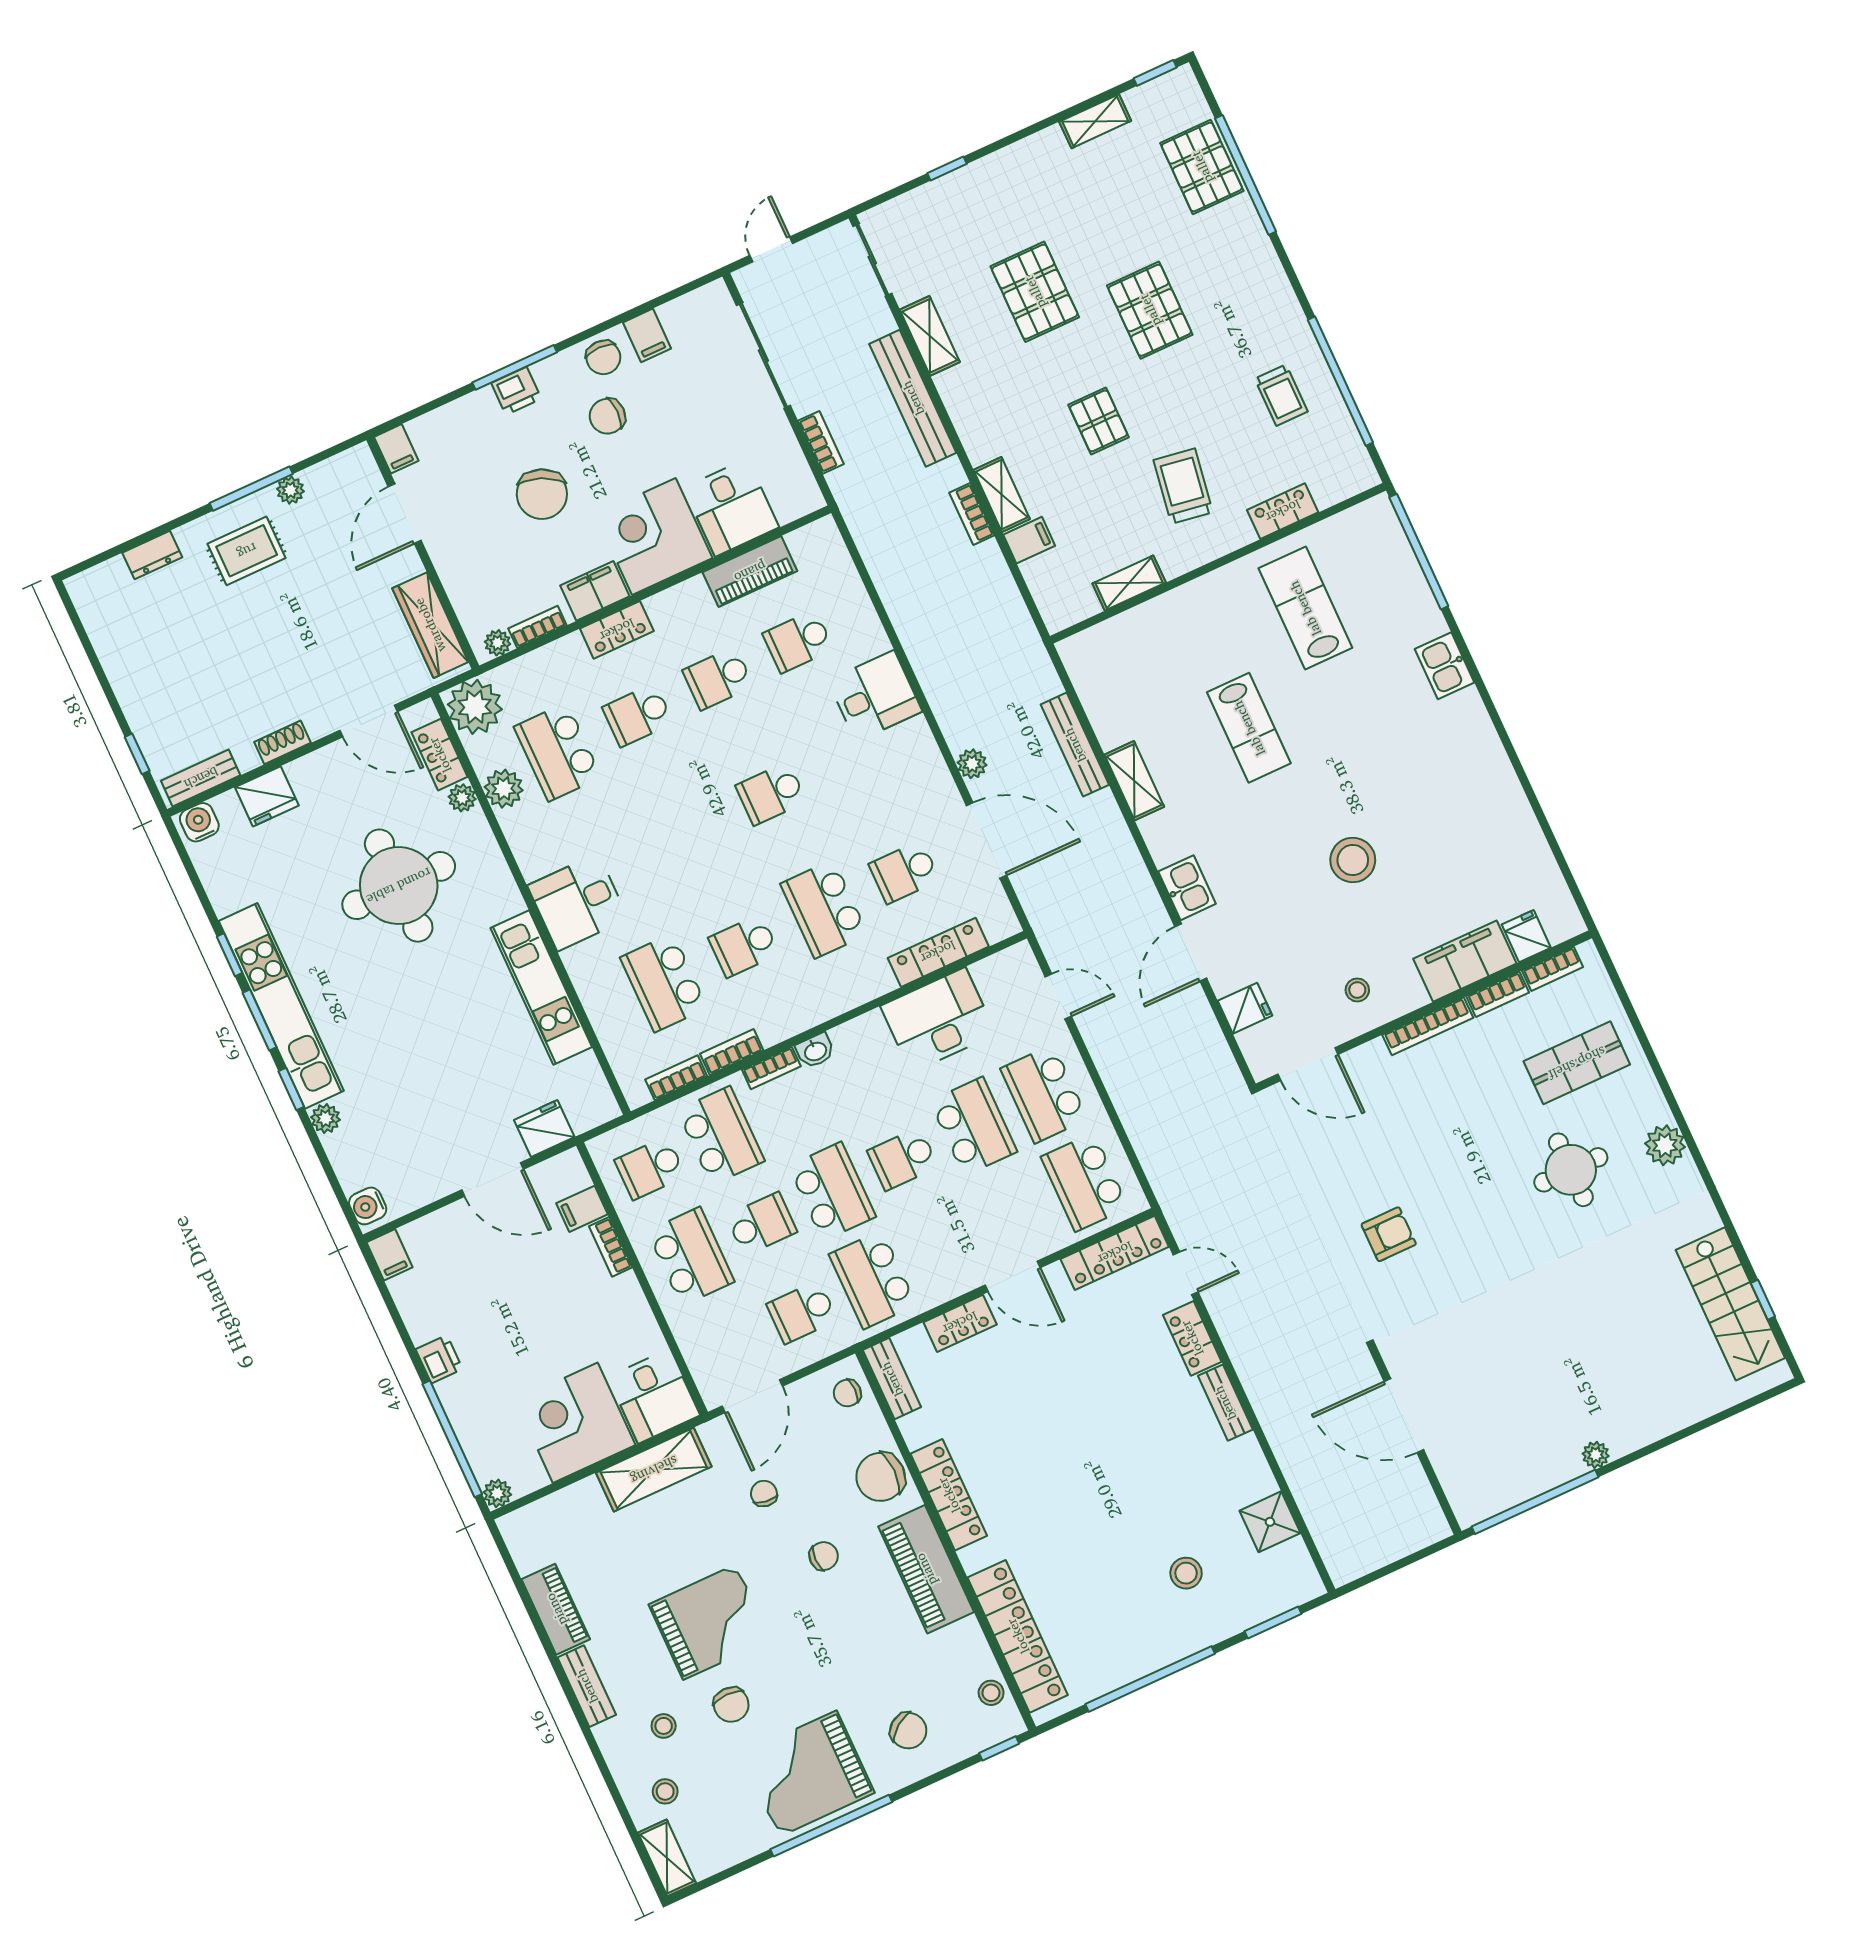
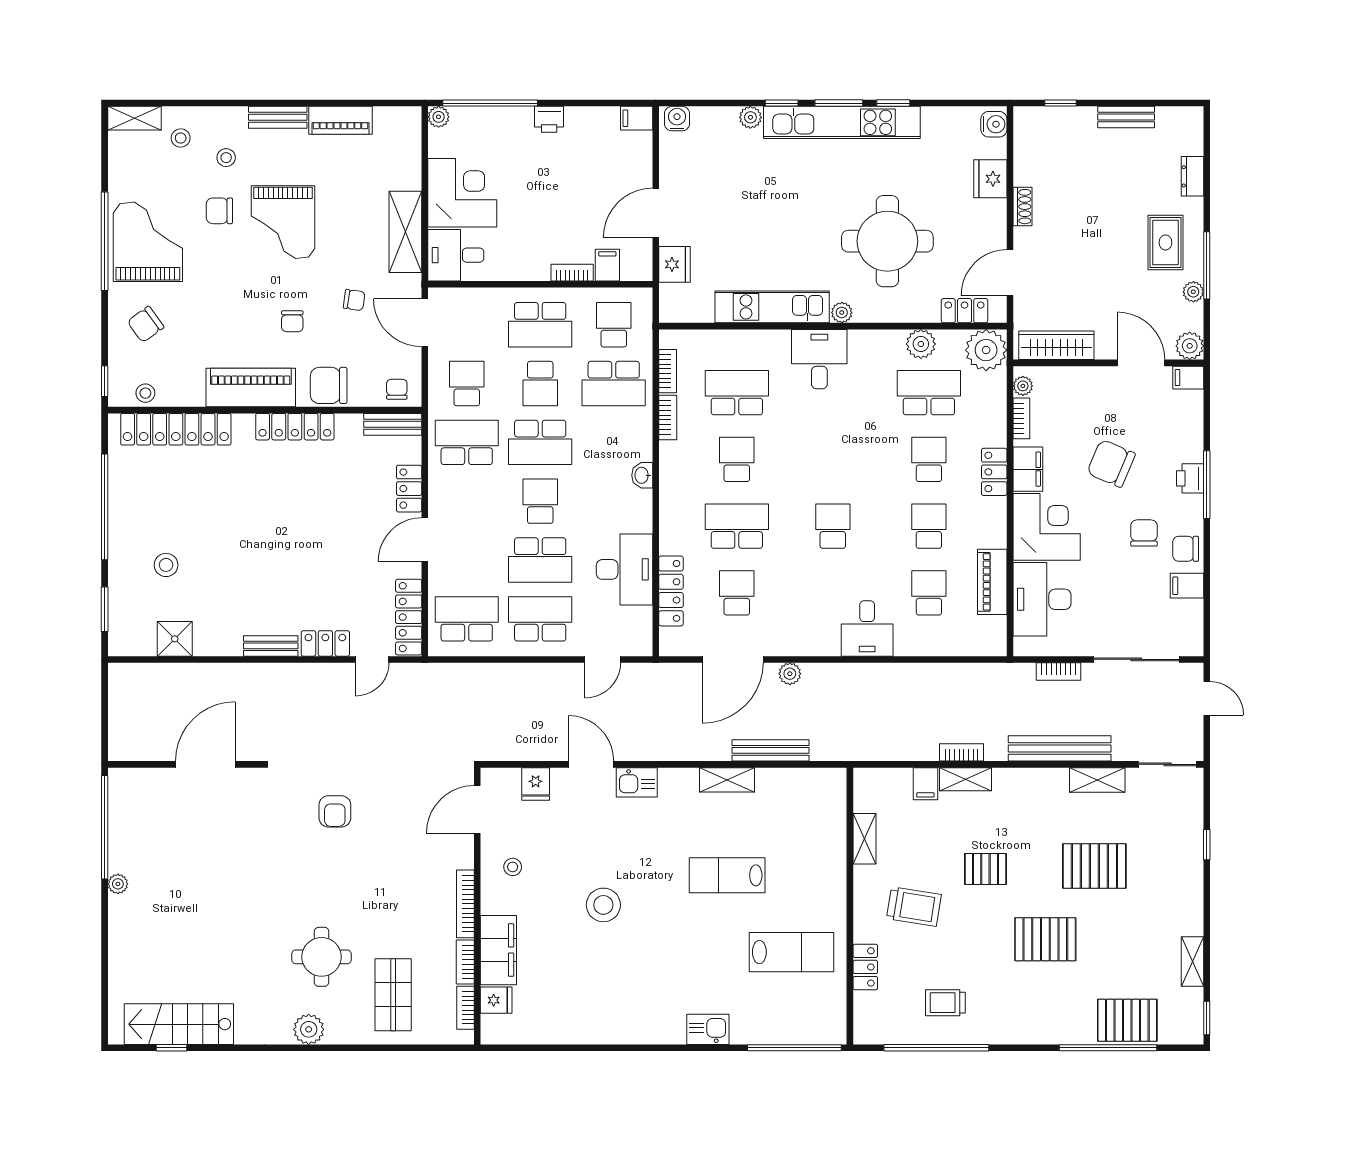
plant: (357, 465) -> (1190, 346), added
desk: (731, 508) -> (1042, 599), width x1.37
bench: (201, 778) -> (1126, 117), moved, turned 90
plant: (462, 798) -> (842, 313), moved
bookcase: (771, 1068) -> (644, 440), removed
chair: (881, 1477) -> (329, 385), turned -90

